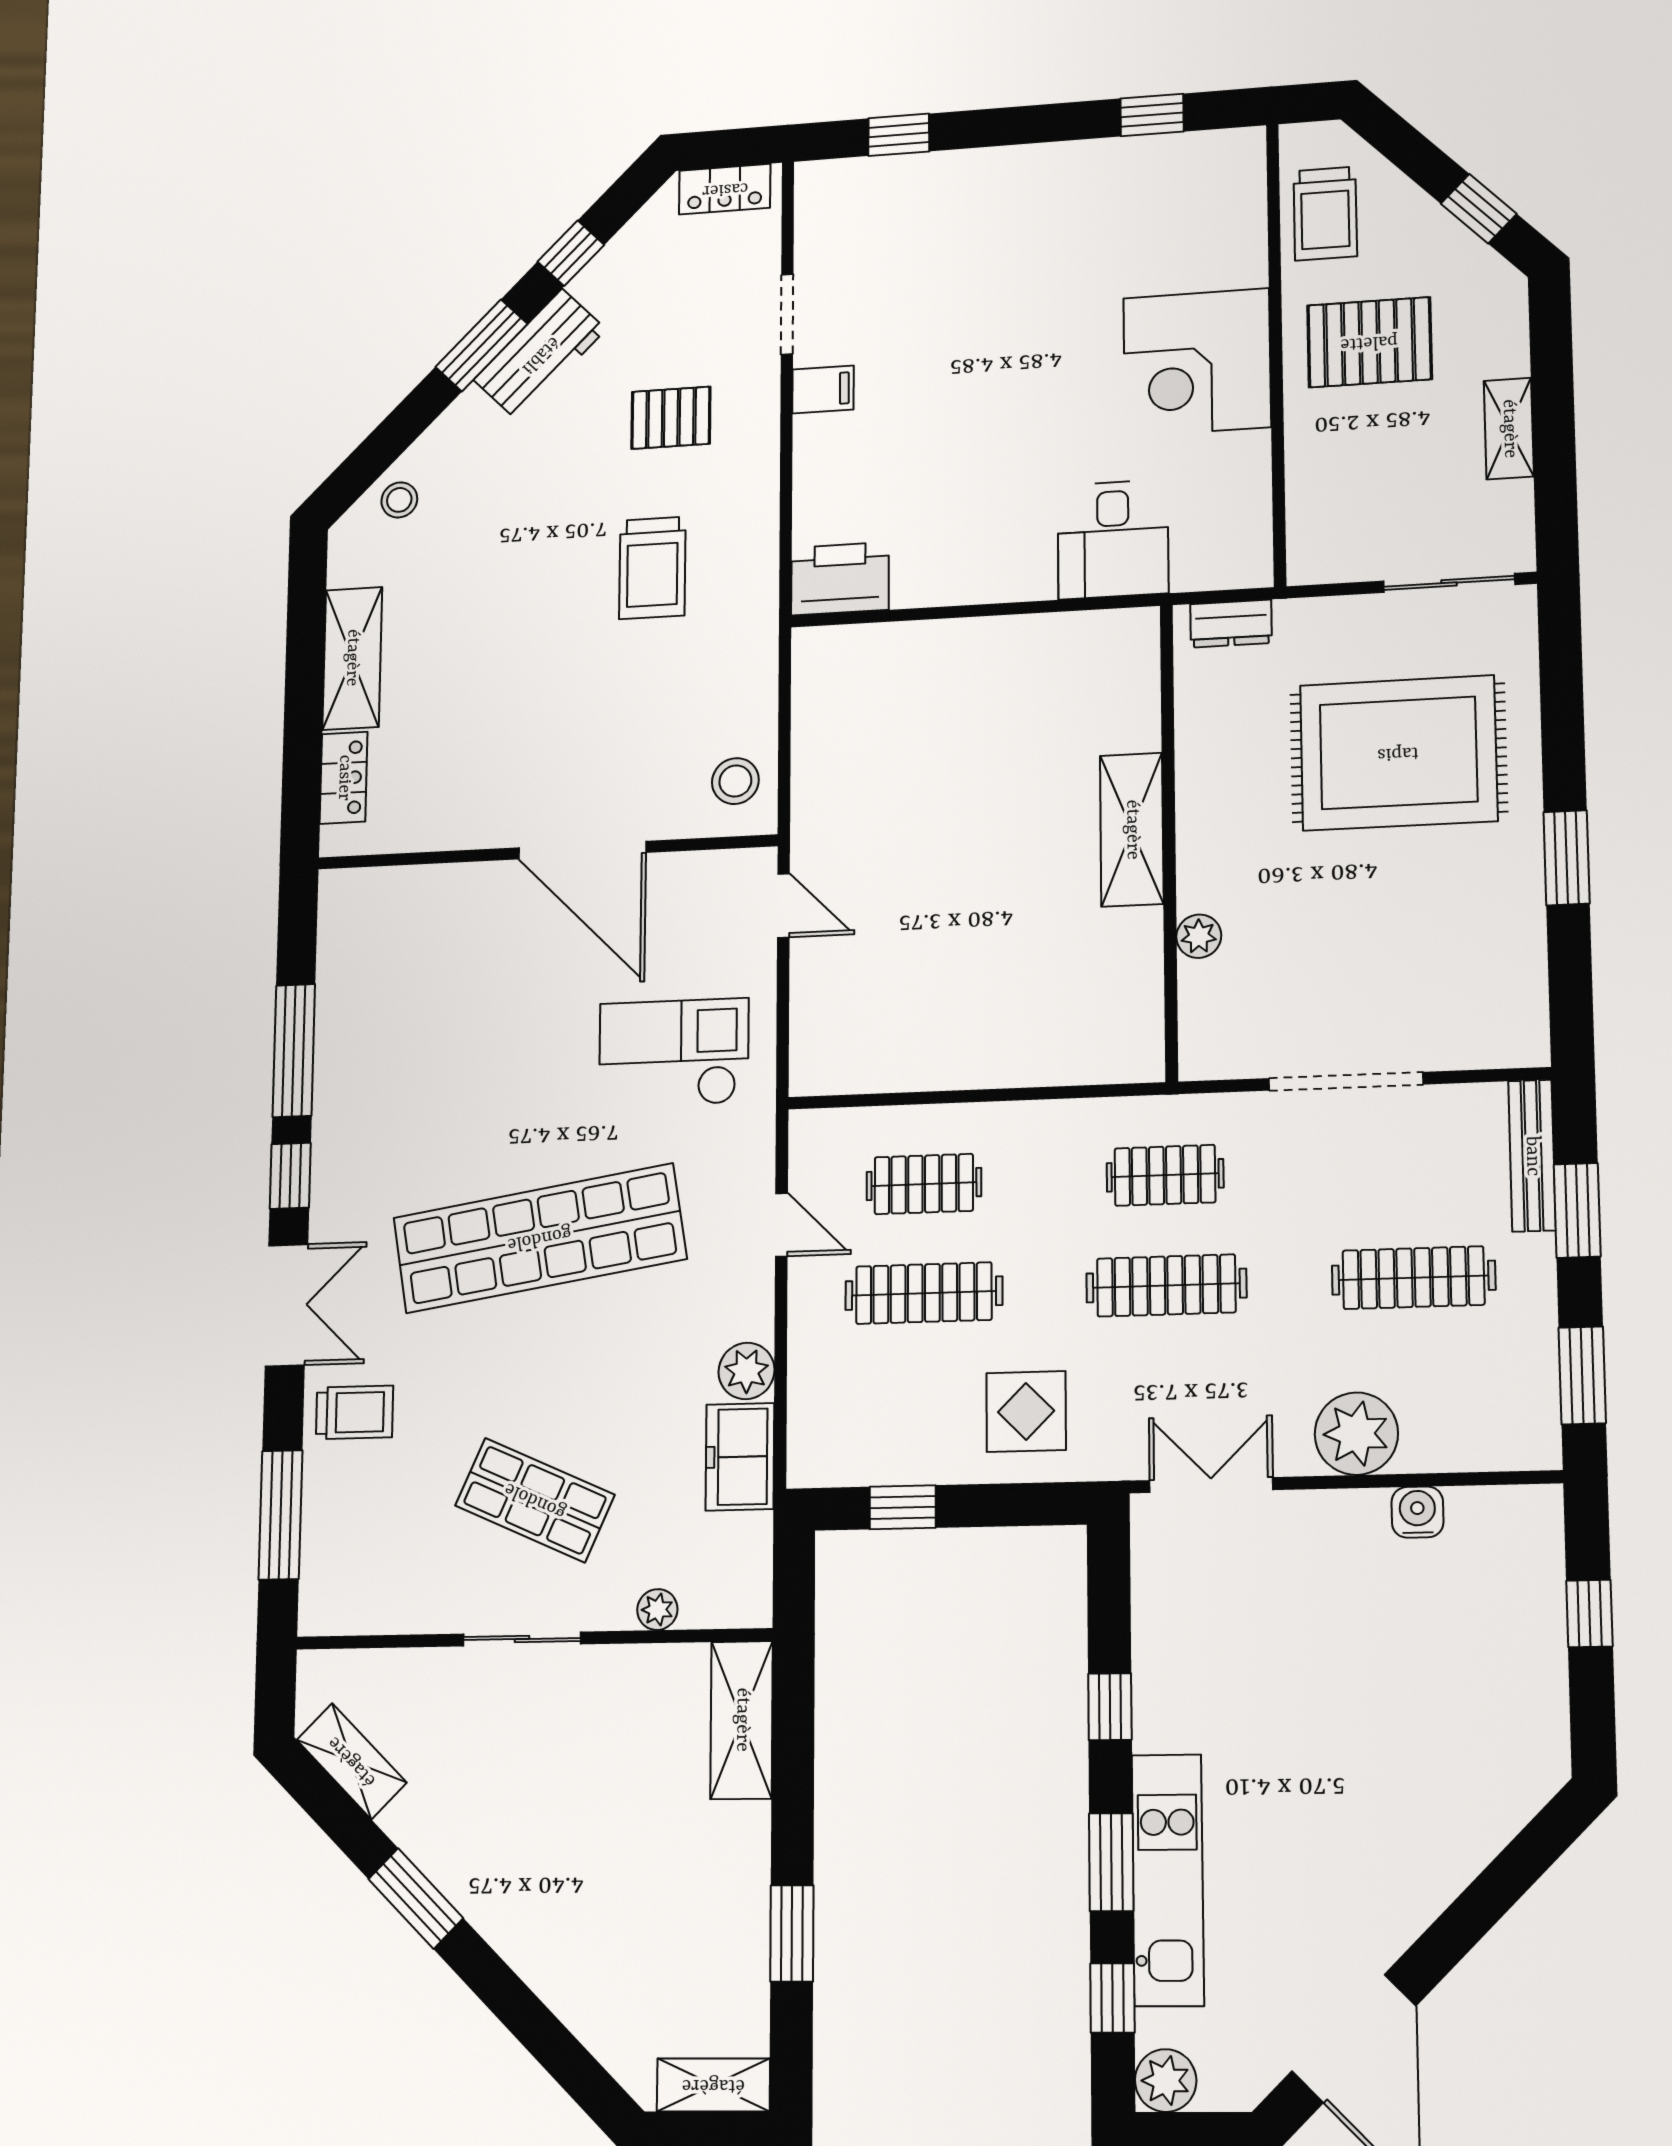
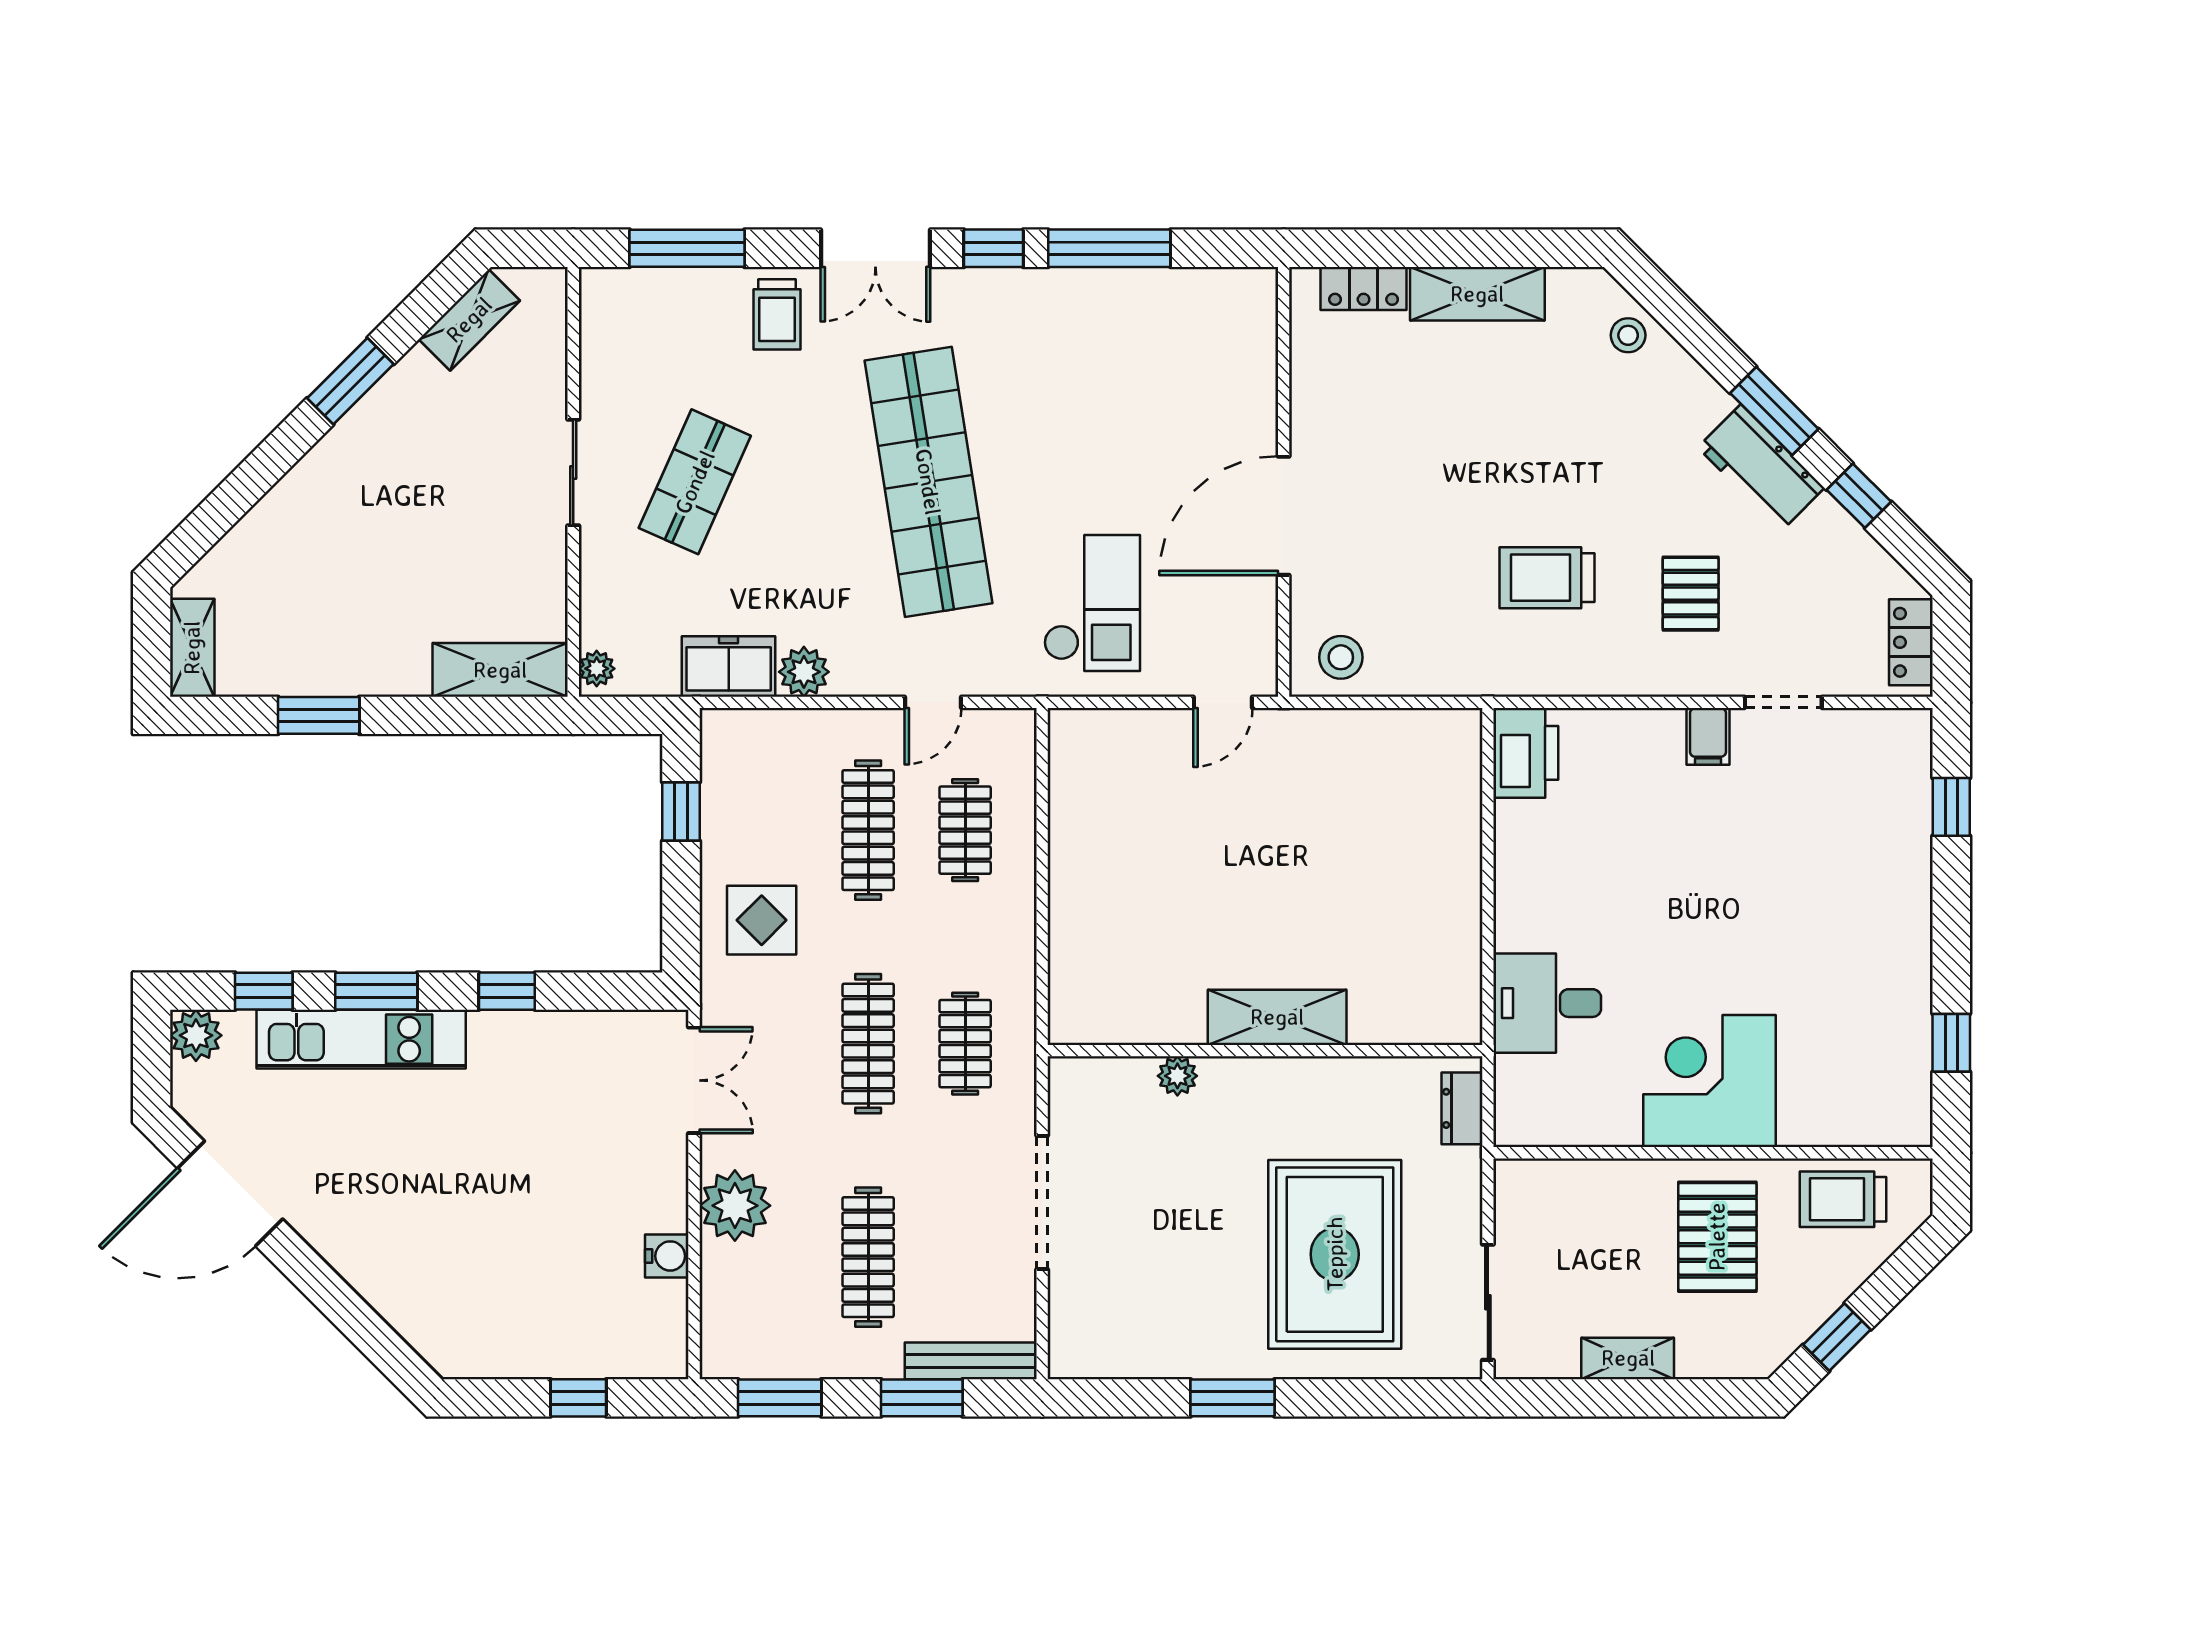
plant: (657, 1610) -> (597, 669), moved

